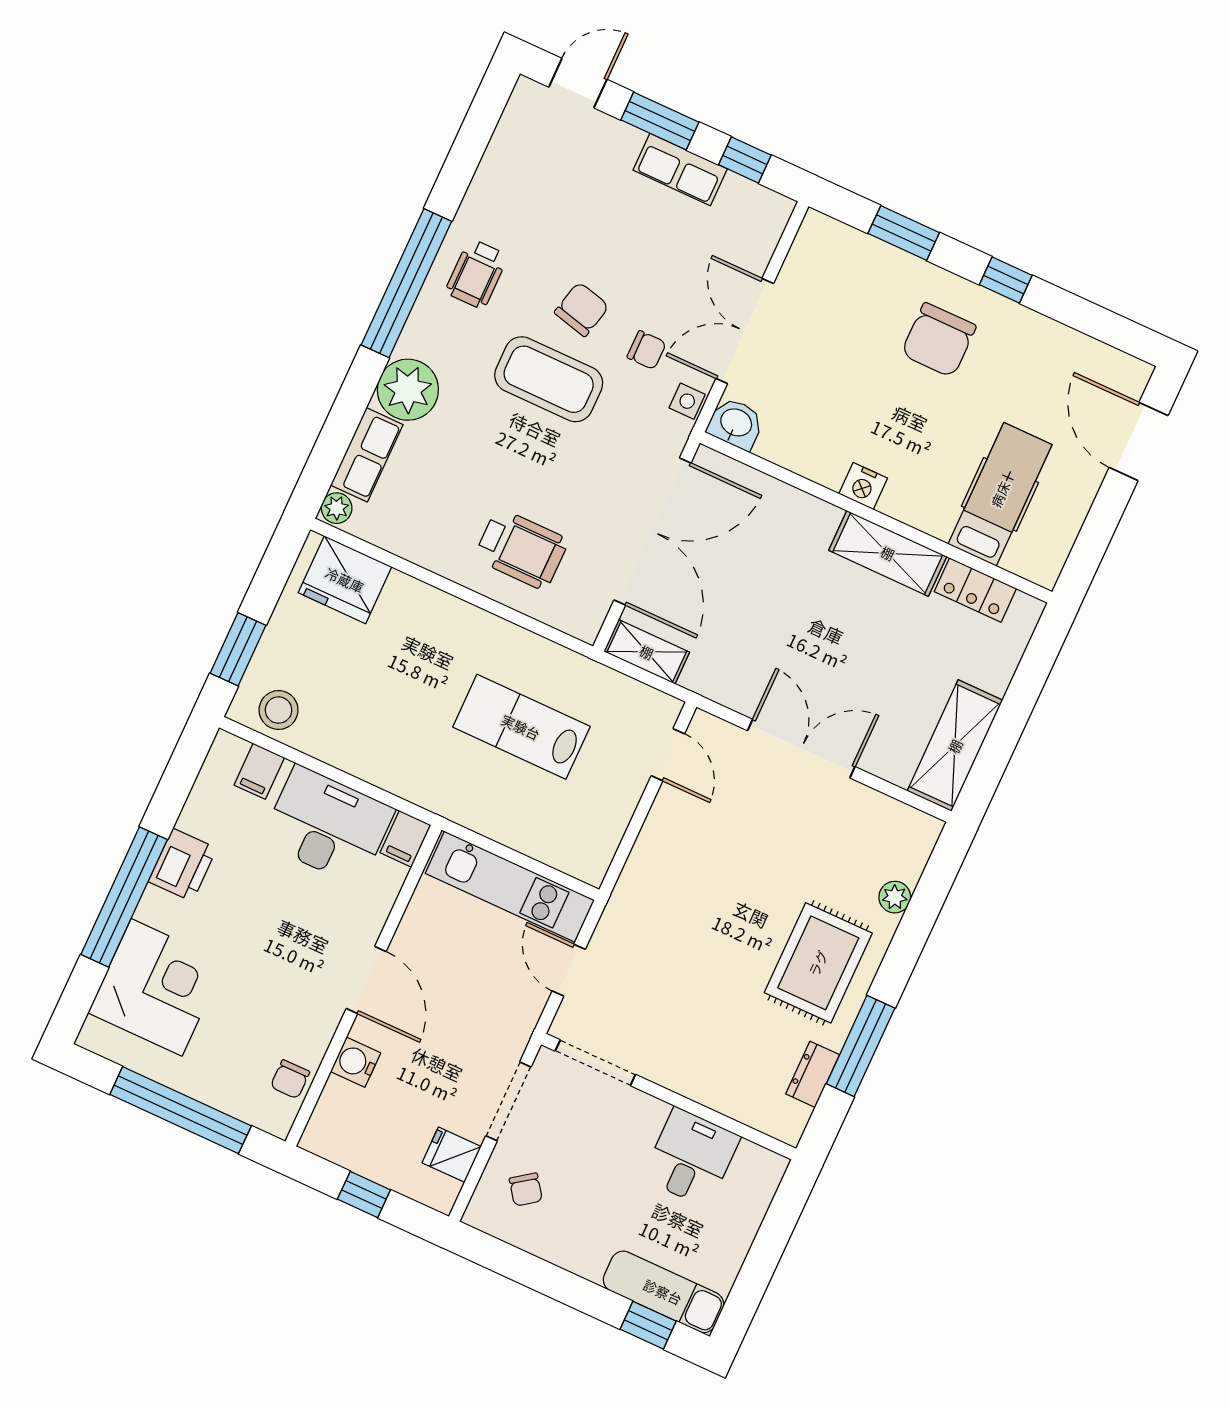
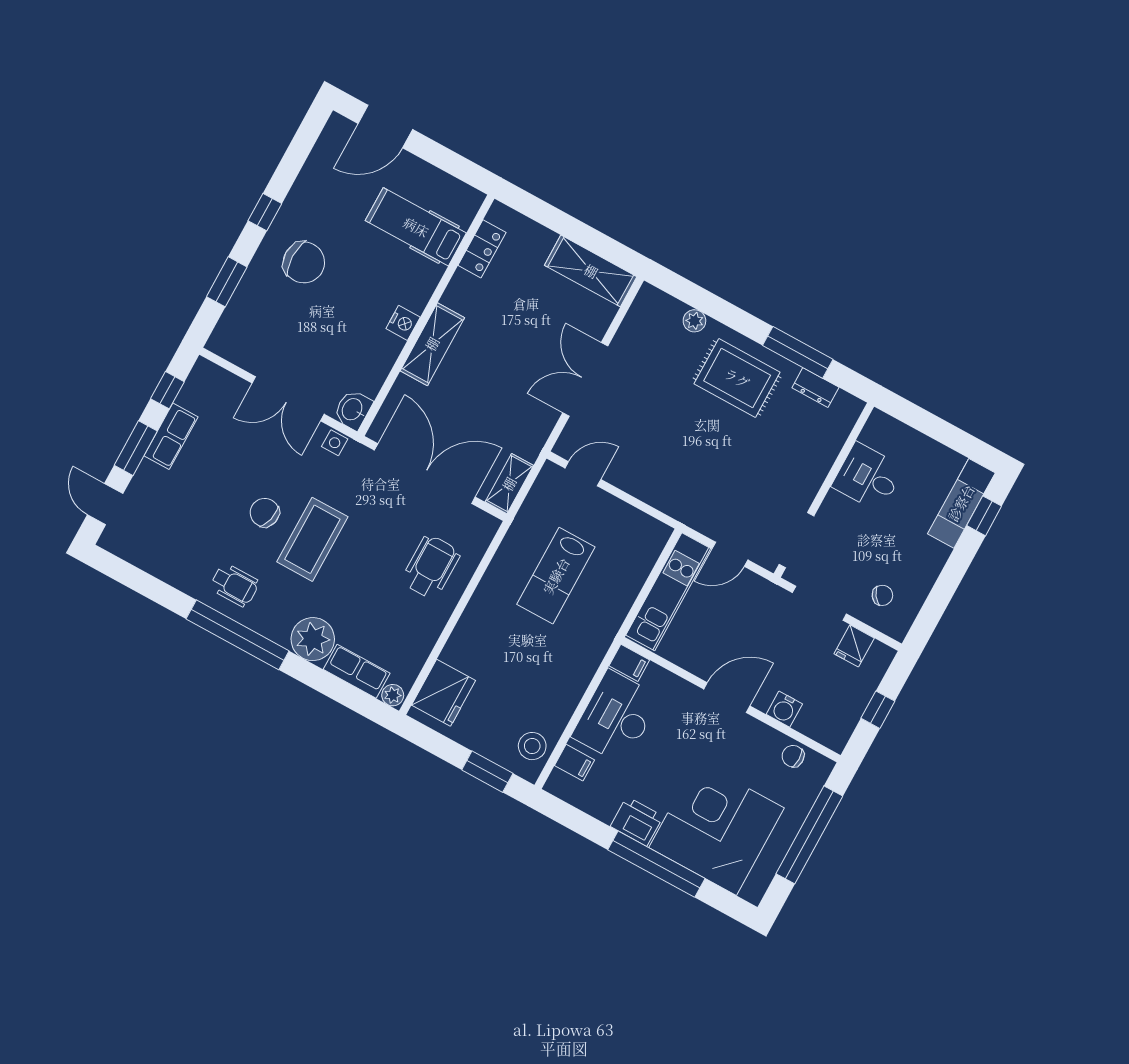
chair: (647, 350) -> (297, 469), removed
shelving: (888, 553) -> (432, 344), moved
corner desk: (157, 987) -> (716, 828), width x1.36, depth x1.36
chair: (290, 1079) -> (793, 756), turned 180

